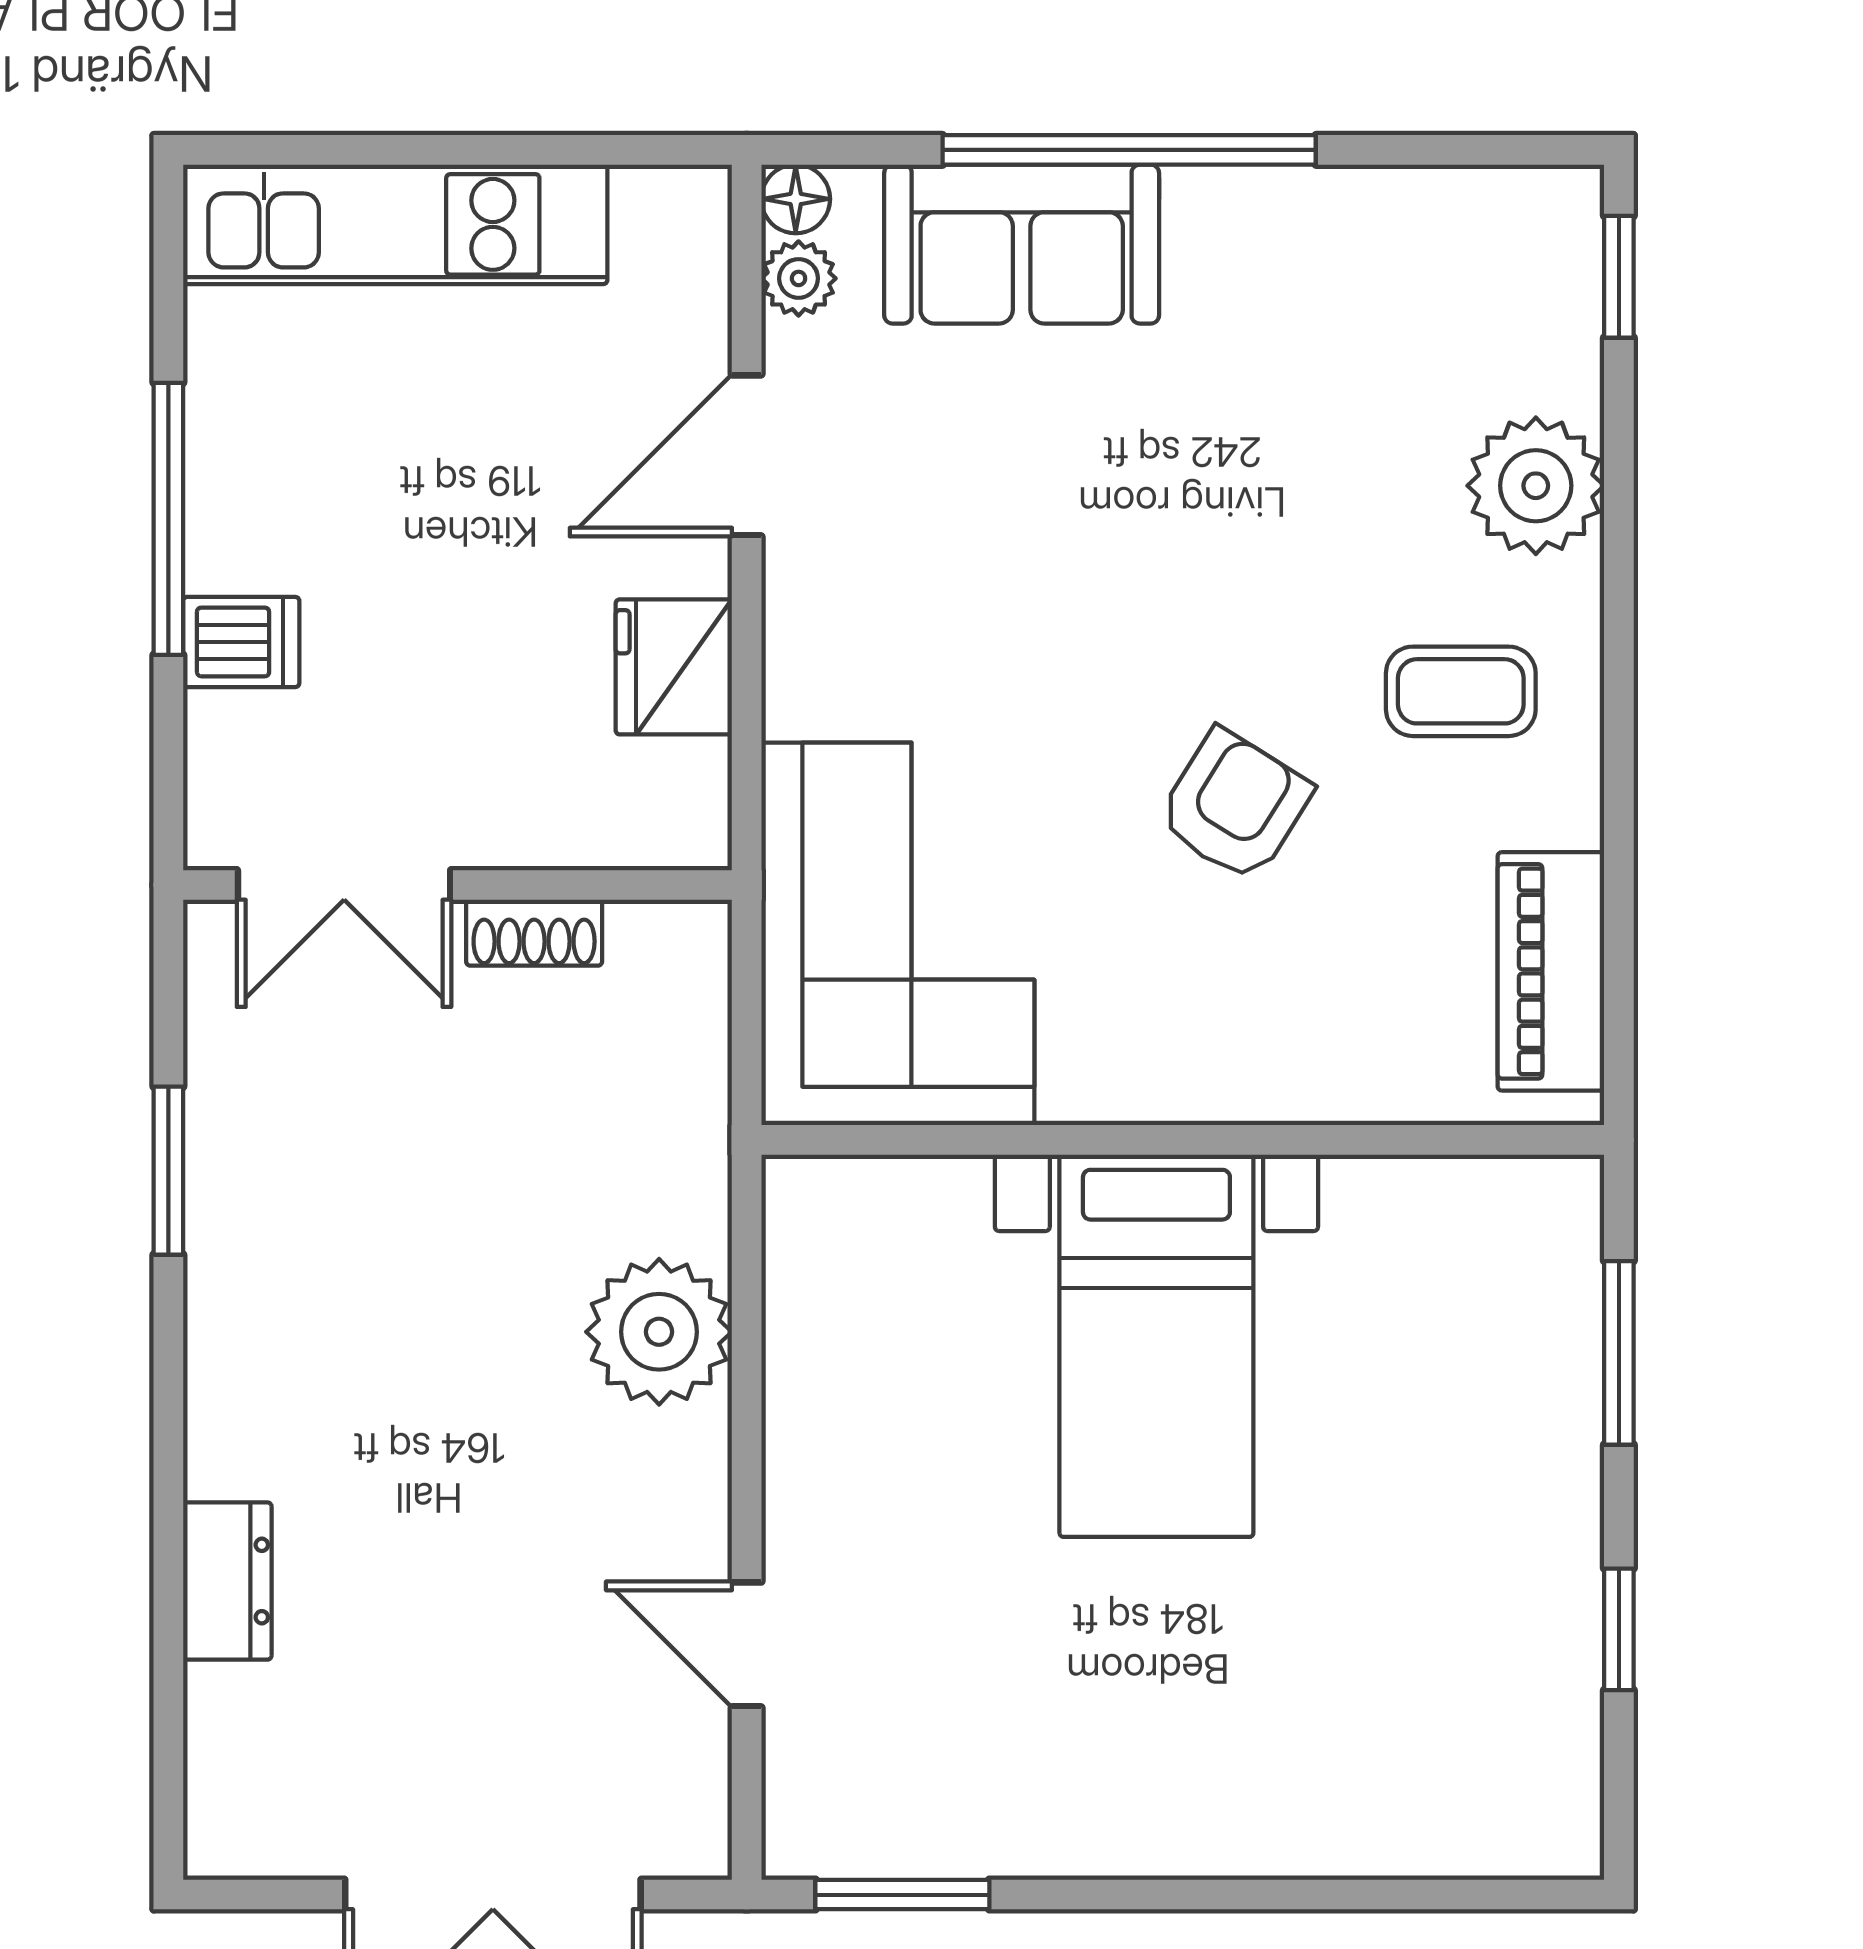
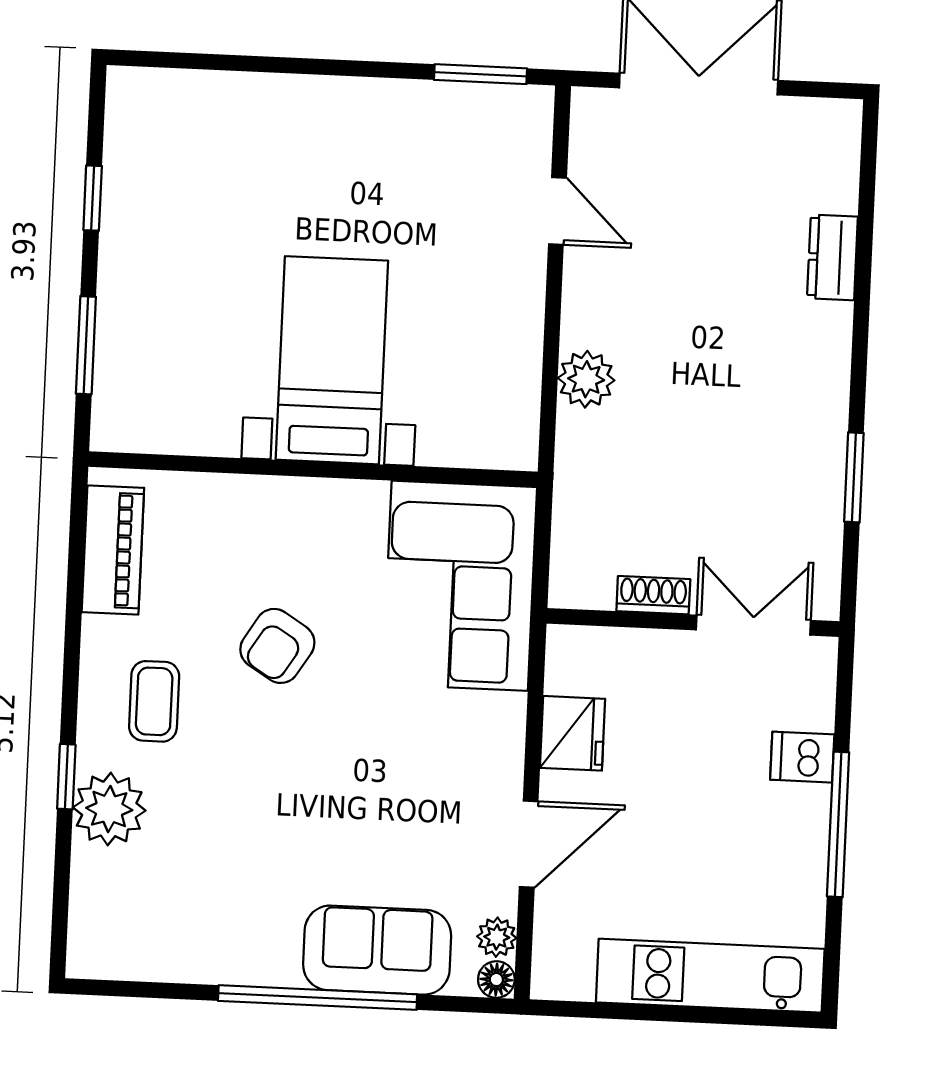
window: (1619, 277) -> (66, 777), moved
coffee table: (1461, 691) -> (154, 701), turned 90
plant: (659, 1332) -> (586, 379), width x0.73, depth x0.73

